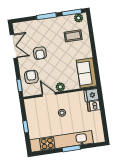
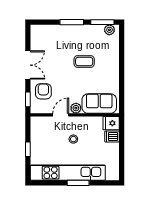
coffee table: (73, 36) -> (84, 61), moved
double door: (14, 46) -> (28, 65), moved
armchair: (40, 53) -> (58, 65), removed
sofa: (87, 73) -> (99, 104), moved, turned 90
door: (49, 94) -> (61, 115), hinge flipped

